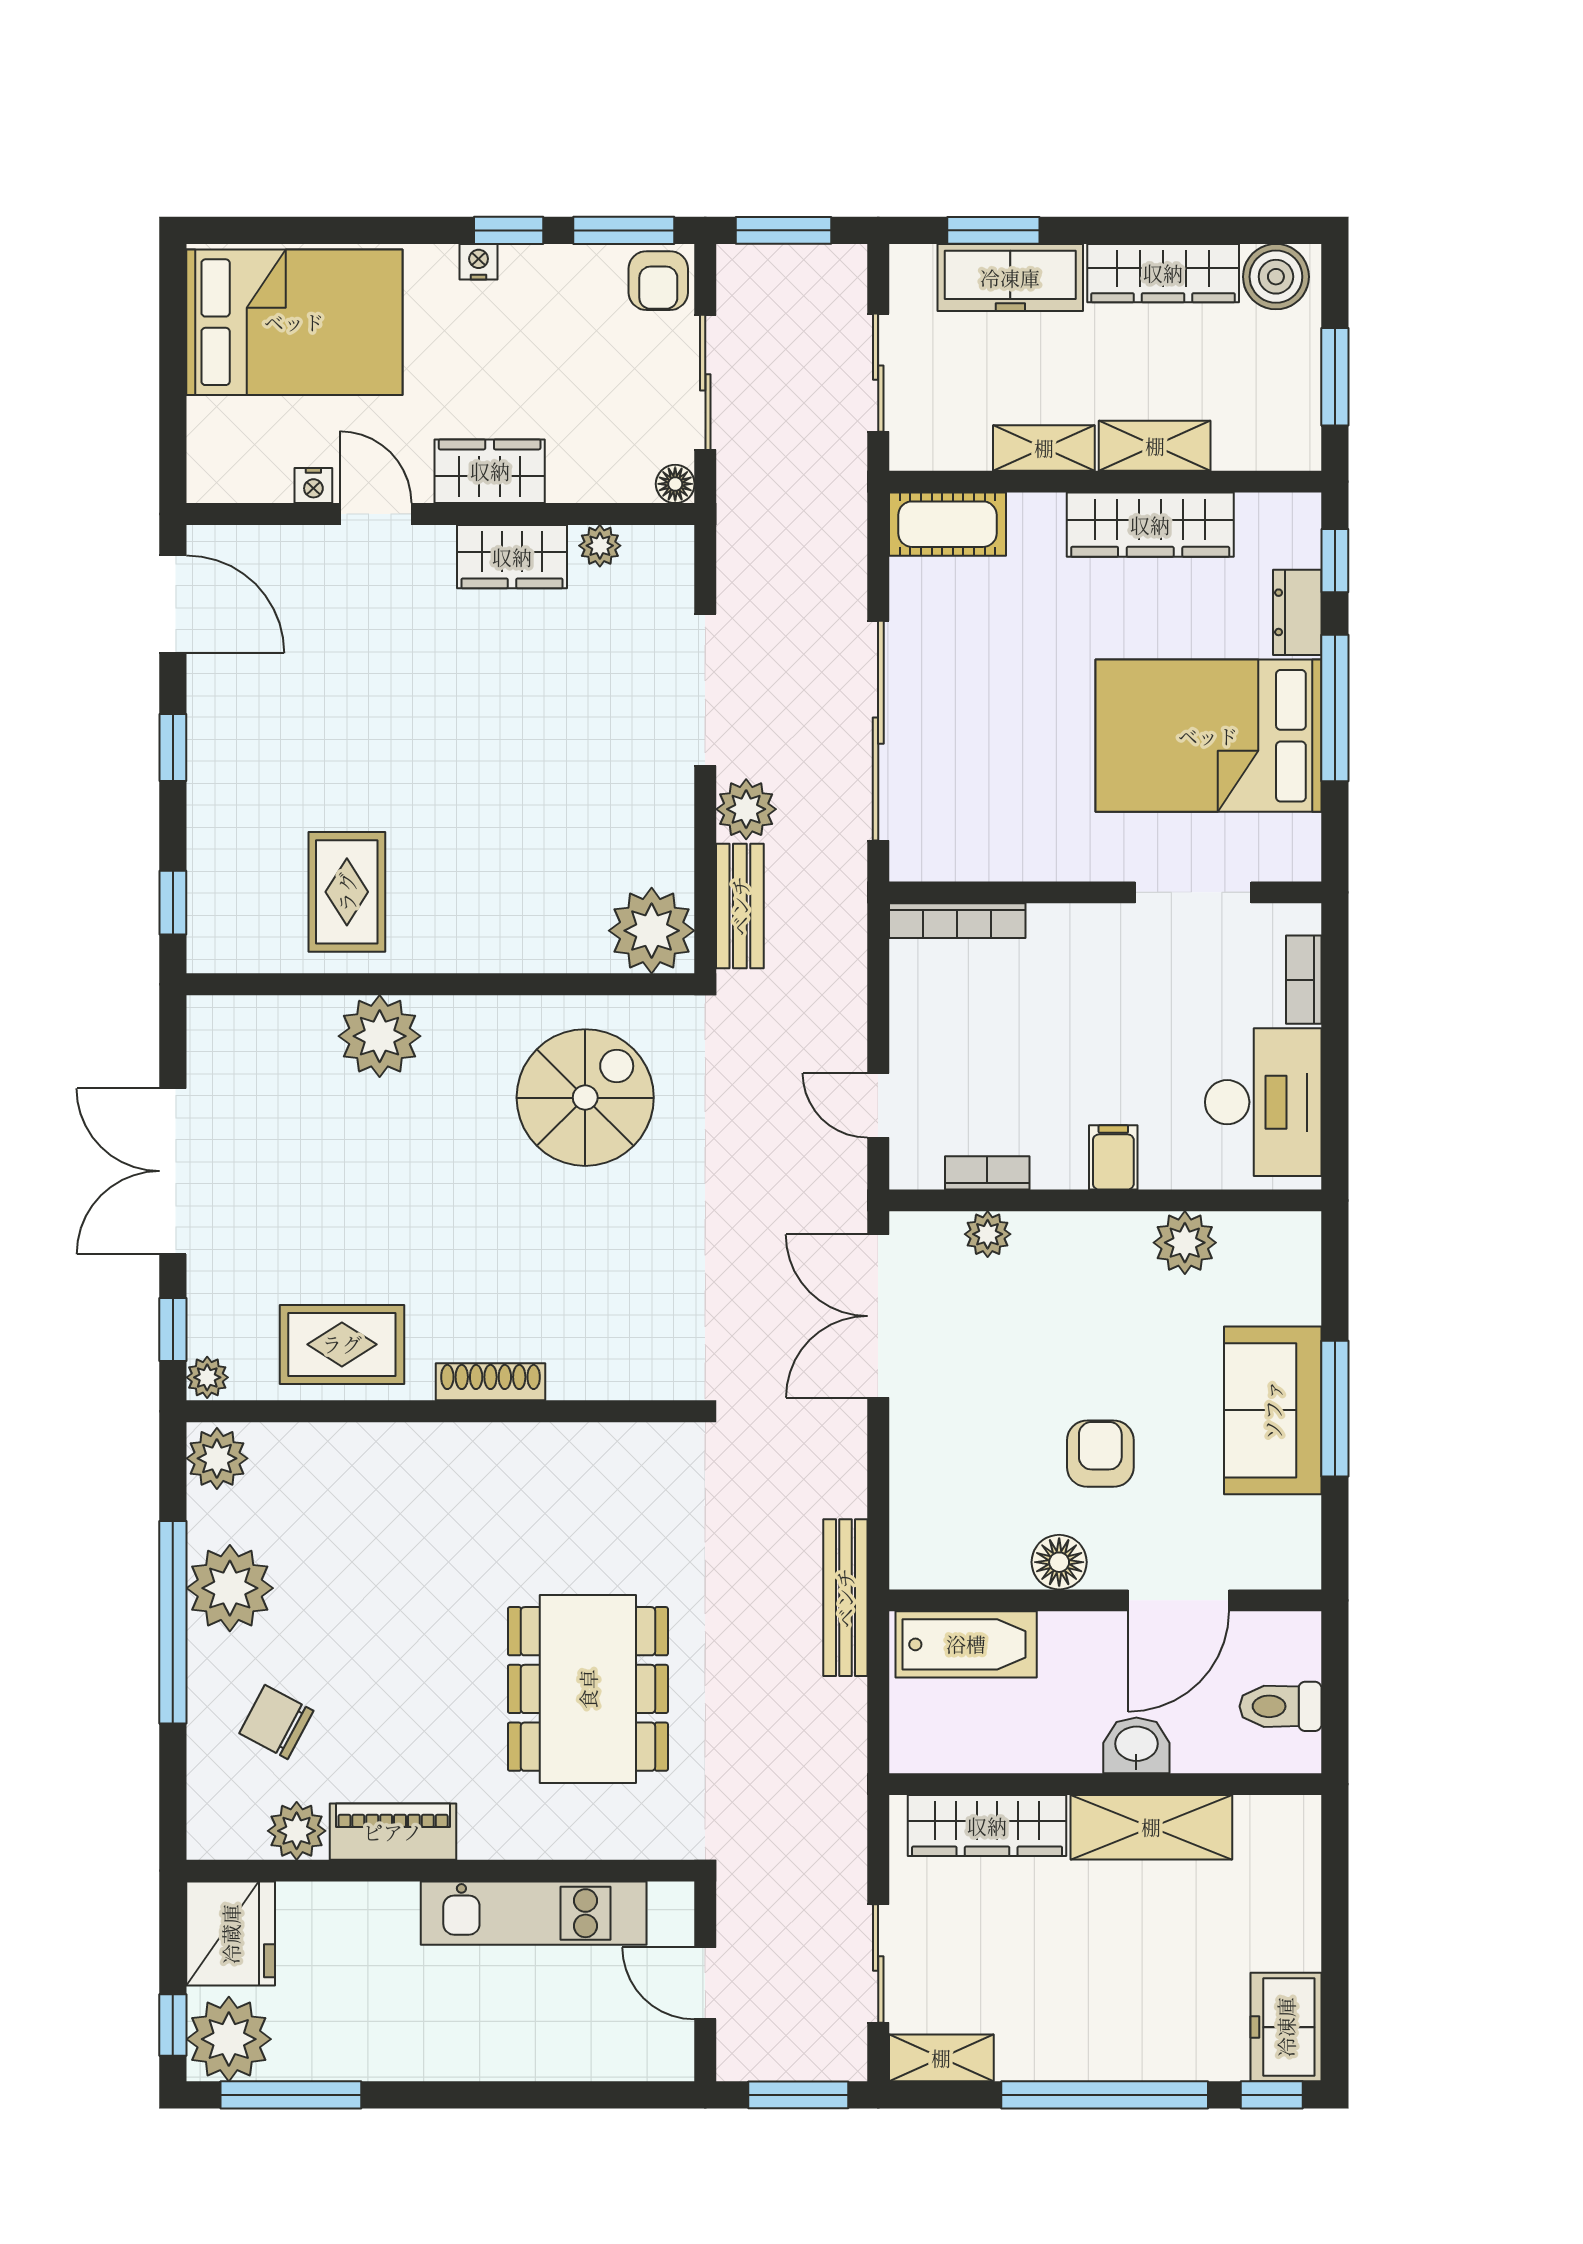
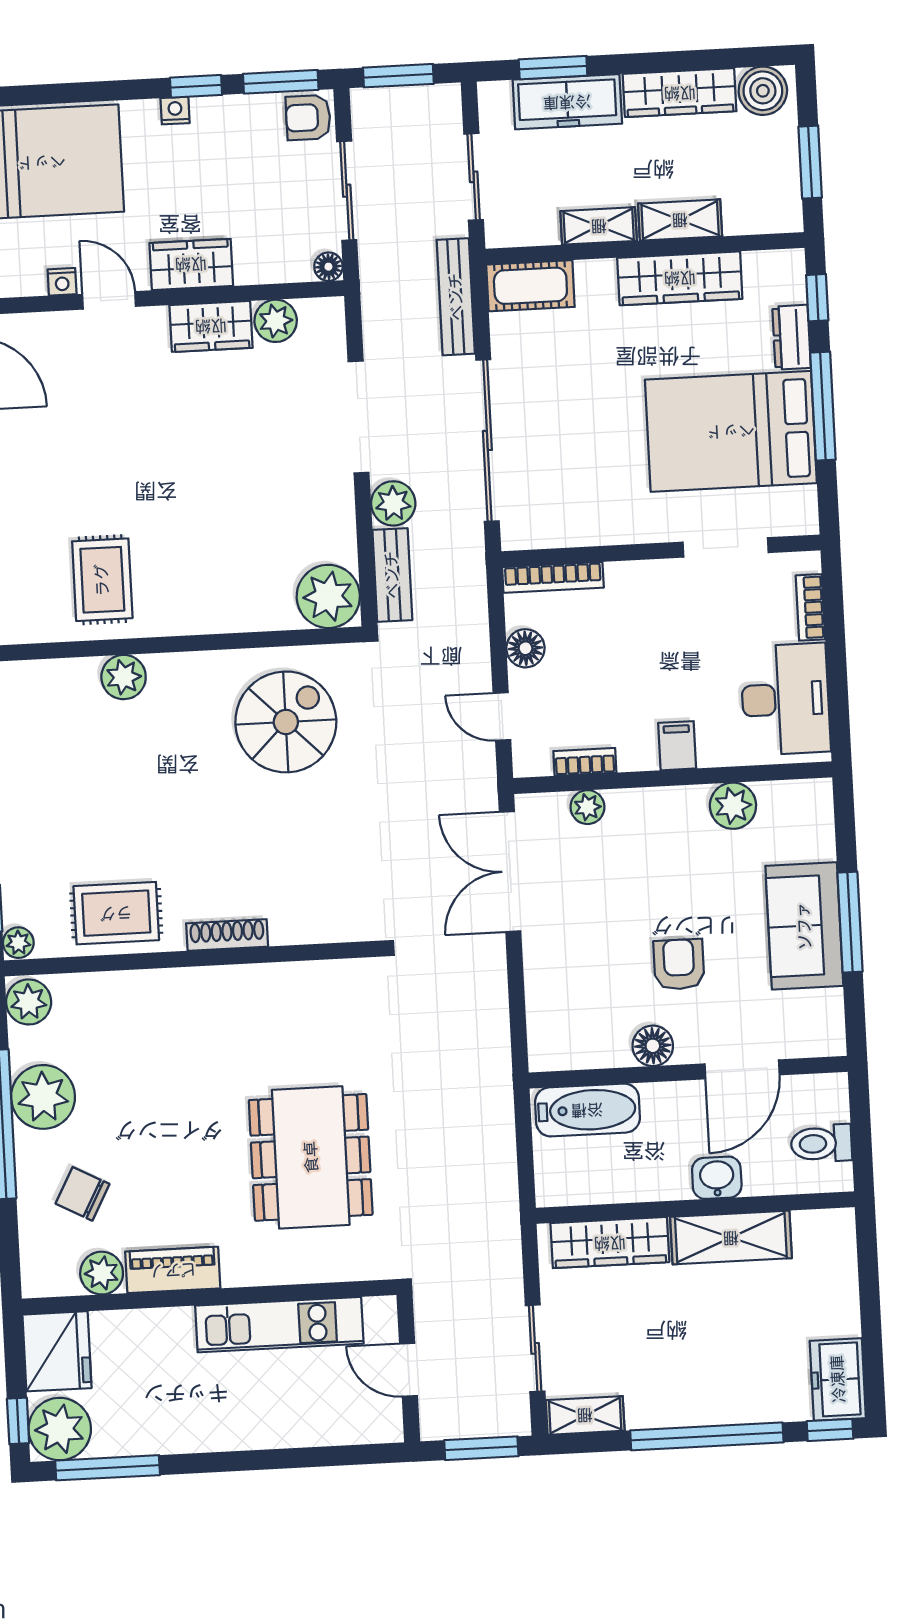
armchair: (658, 281) -> (308, 118), turned 90
plant: (600, 546) -> (276, 321), width x1.38, depth x1.38
floor lamp: (915, 1015) -> (525, 648), added
plant: (380, 1036) -> (124, 677), width x0.73, depth x0.73
bench: (845, 1598) -> (456, 297), moved

